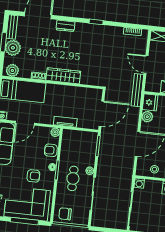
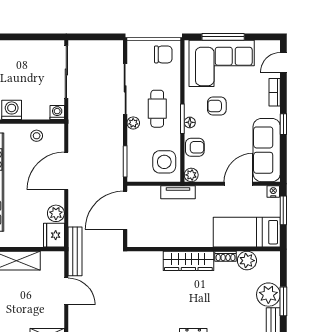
plant: (12, 70) -> (247, 261), moved
side table: (72, 143) -> (164, 162), added

